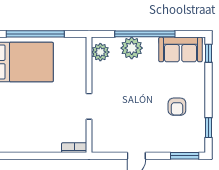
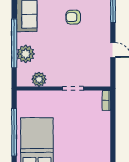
plant: (100, 52) -> (39, 79), moved
armchair: (177, 107) -> (73, 17), turned 180

